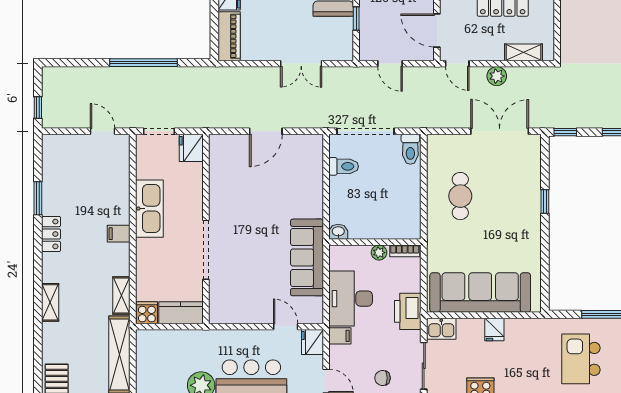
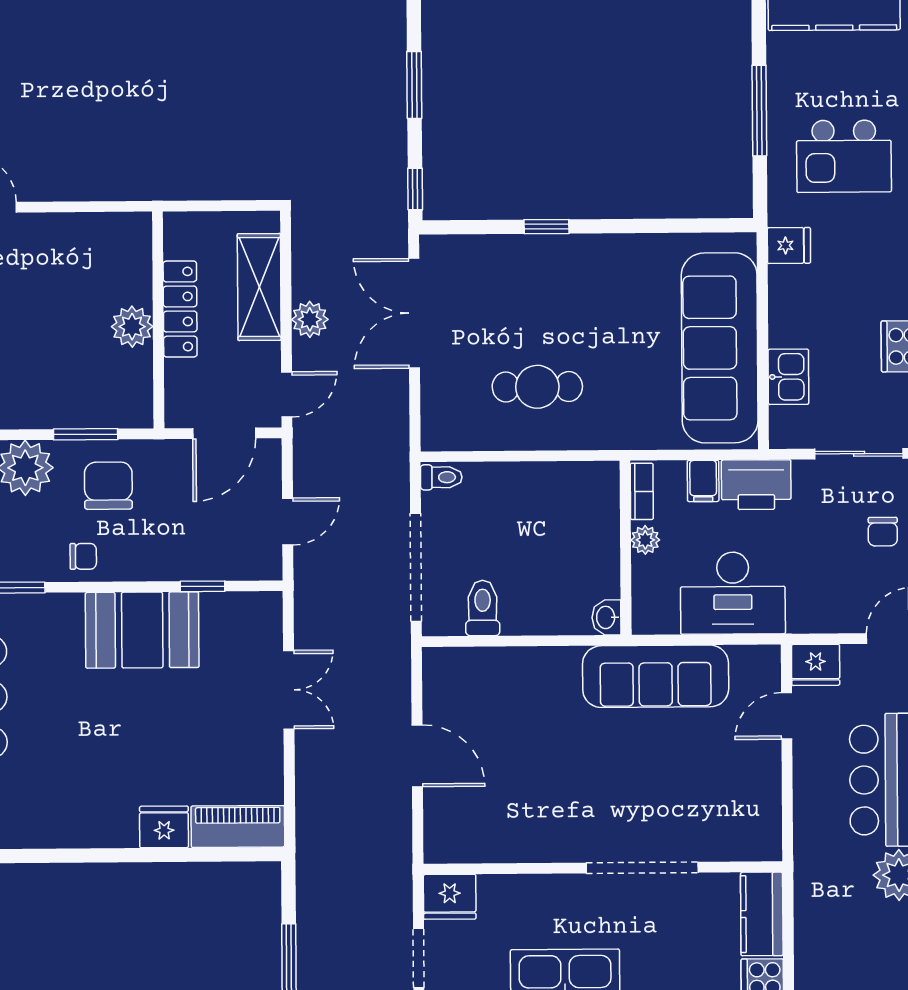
shelving: (523, 52) -> (259, 287), width x1.50, depth x1.33
toilet: (410, 149) -> (441, 477), width x0.73, depth x0.72
kitchen sink: (441, 329) -> (788, 377), moved
fridge: (494, 329) -> (789, 245), moved
filing cabinet: (340, 336) -> (703, 481), moved, turned 180

